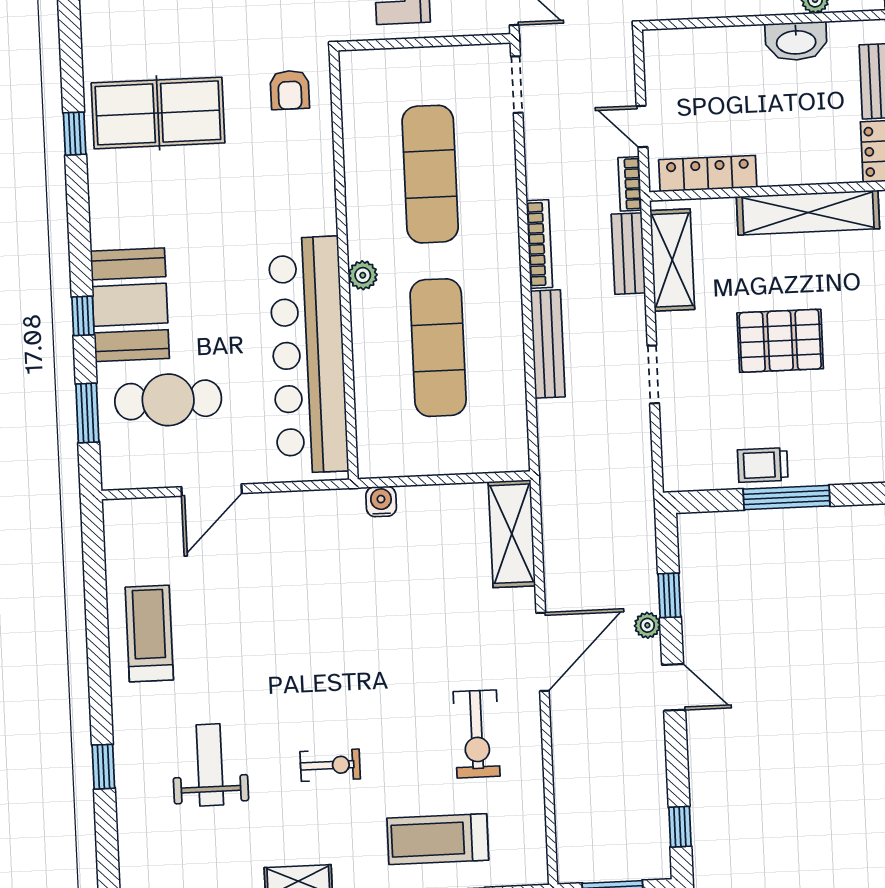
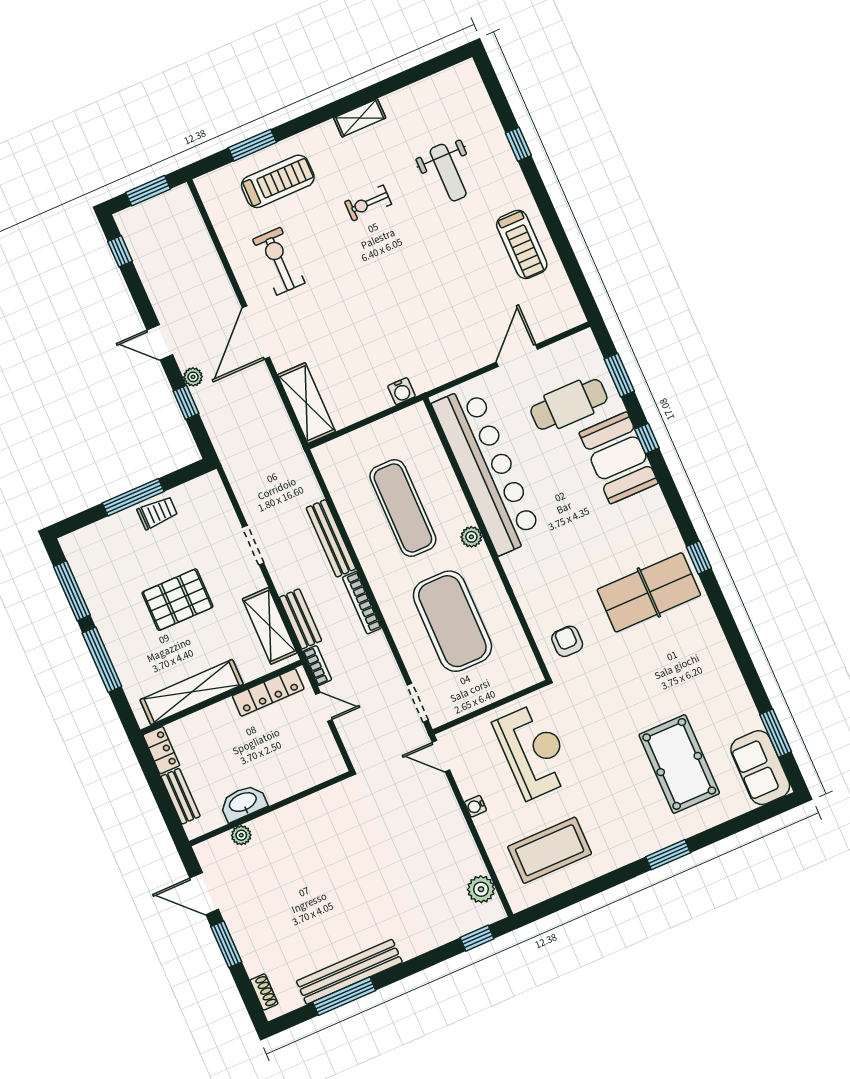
exercise mat: (430, 174) -> (452, 621), width x1.47

